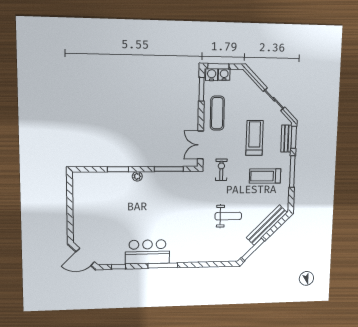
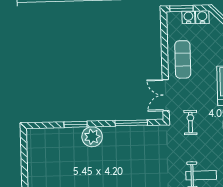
water cooler: (212, 75) -> (202, 17), moved
window: (202, 89) -> (164, 34), removed
plant: (137, 176) -> (92, 137), width x1.88, depth x1.88

